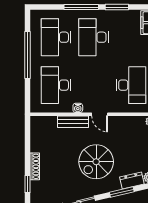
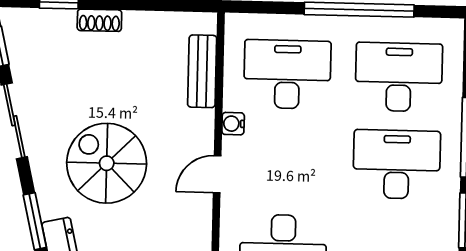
bench: (73, 122) -> (202, 71), moved
shoe rack: (35, 166) -> (99, 20), width x0.70

